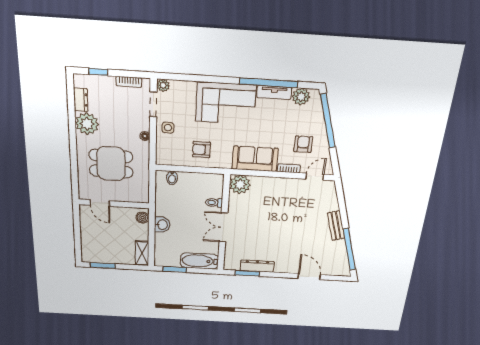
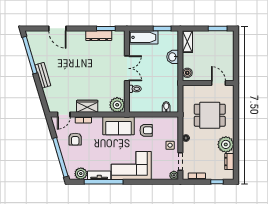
sofa: (255, 159) -> (118, 126), moved
wardrobe: (281, 185) -> (87, 106), added
washbasin: (162, 225) -> (173, 57), moved

